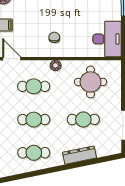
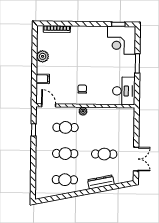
round table: (91, 82) -> (110, 125), removed

